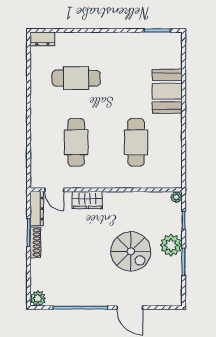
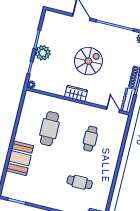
cafe table: (76, 78) -> (80, 182), width x0.73, depth x0.74
cafe table: (76, 142) -> (90, 139), width x0.73, depth x0.74
wardrobe: (87, 200) -> (76, 93), moved
spiral stairs: (131, 251) -> (88, 61), moved, turned 90

